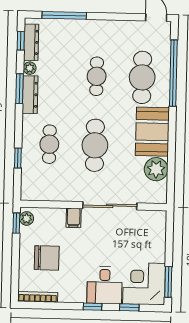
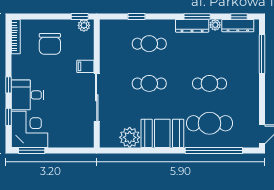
cafe table: (95, 145) -> (149, 83), width x0.73, depth x0.74

